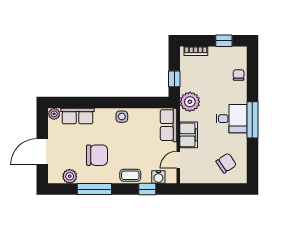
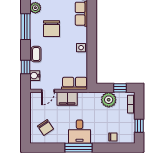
window: (174, 79) -> (120, 88), moved
plant: (190, 102) -> (109, 100), moved
door: (178, 160) -> (48, 91), swing flipped

